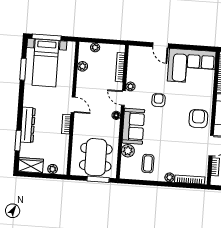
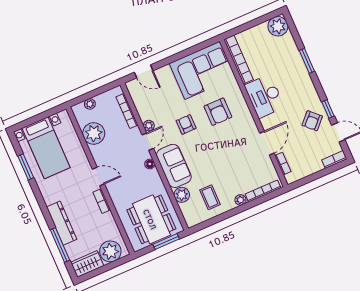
window: (47, 37) -> (33, 120), removed
door: (160, 45) -> (144, 71), moved
plant: (83, 66) -> (94, 133), width x1.88, depth x1.88
door: (123, 98) -> (148, 142), swing flipped
armchair: (198, 119) -> (218, 112), moved, turned 180
window: (18, 141) -> (60, 245), width x1.44
plant: (53, 169) -> (110, 251), width x1.88, depth x1.88

